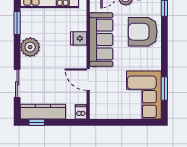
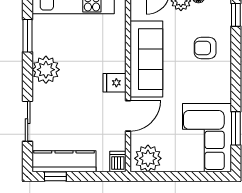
armchair: (143, 32) -> (205, 48), width x0.53, depth x0.53
fridge: (79, 38) -> (115, 83), moved
door: (88, 80) -> (128, 116), swing flipped
plant: (102, 110) -> (148, 158), added

